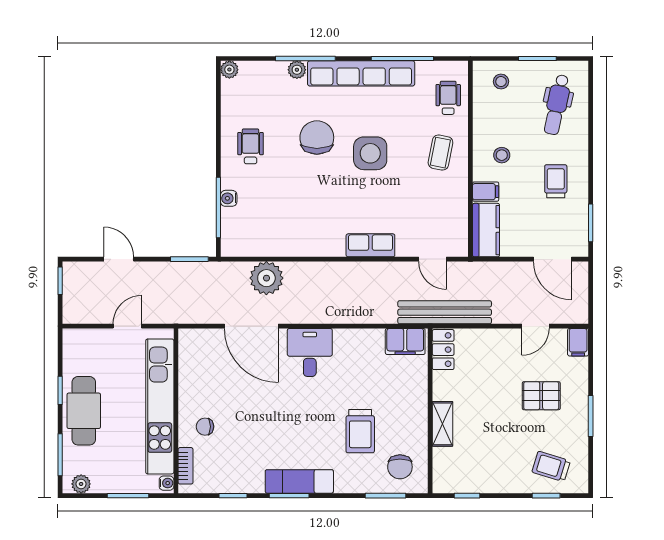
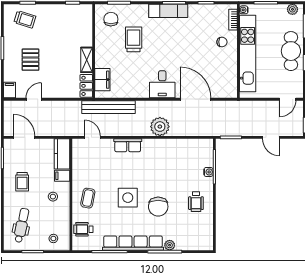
plant: (229, 70) -> (208, 245), removed
wheelchair: (448, 98) -> (83, 229), turned 90
plant: (266, 278) -> (160, 127), moved
bench: (445, 312) -> (108, 107), moved
door: (127, 326) -> (288, 99), moved
filing cabinet: (405, 342) -> (102, 80), moved, turned 90
pallet: (541, 396) -> (30, 60), turned 90
shelving: (443, 424) -> (87, 60), moved

